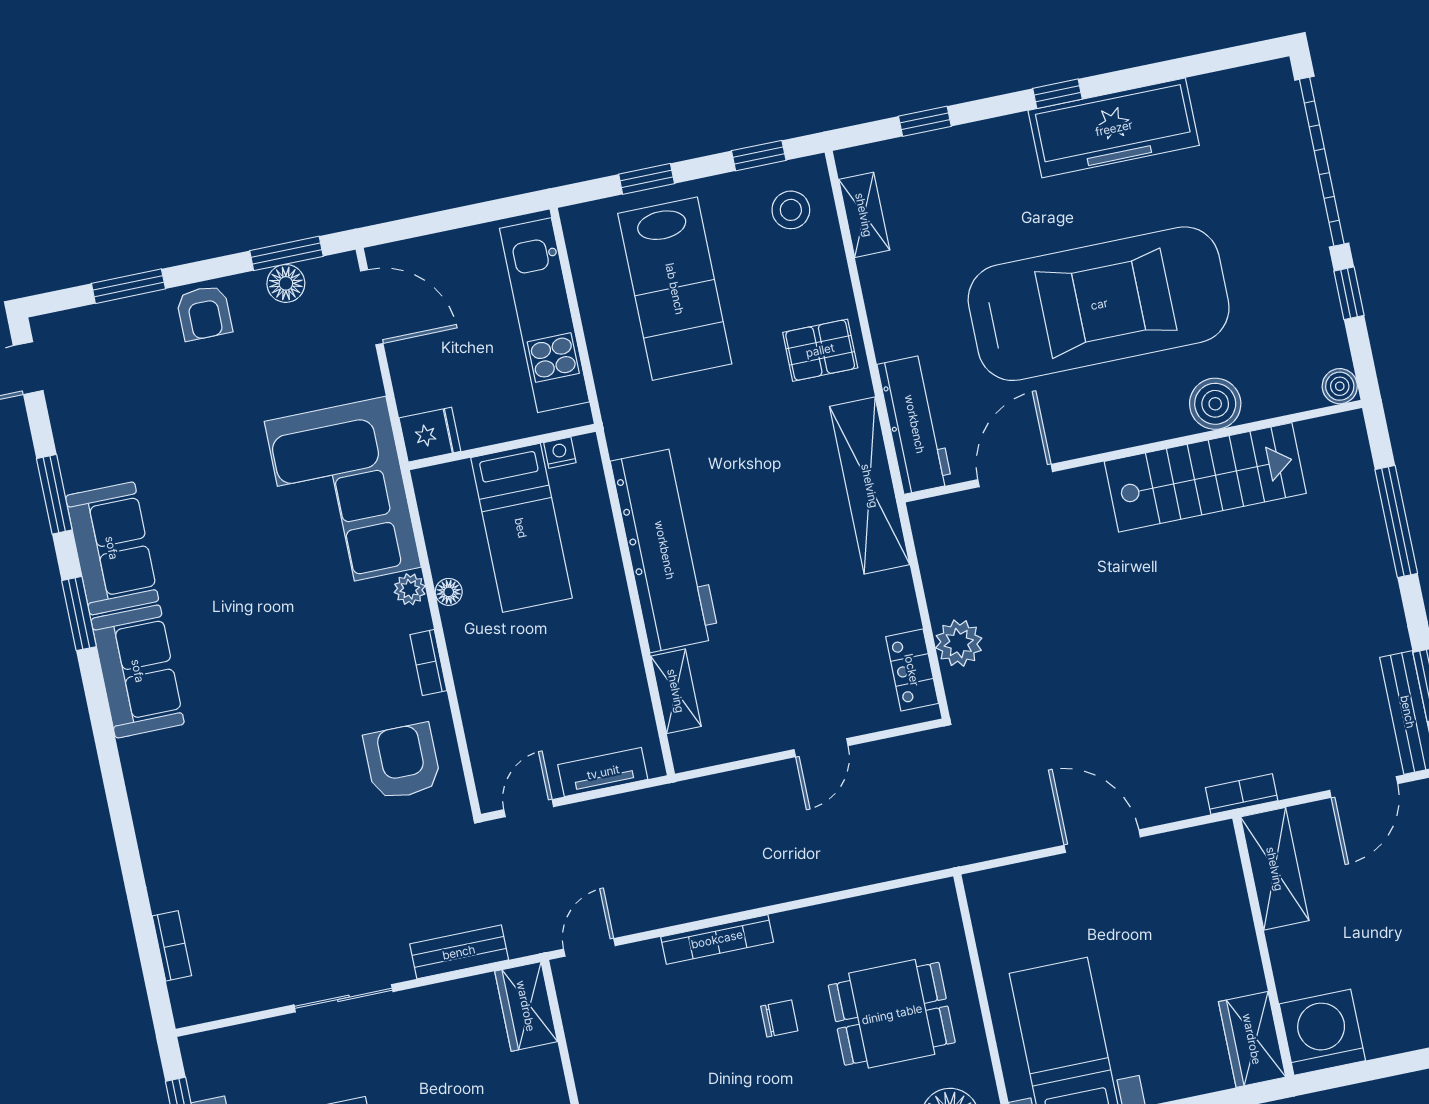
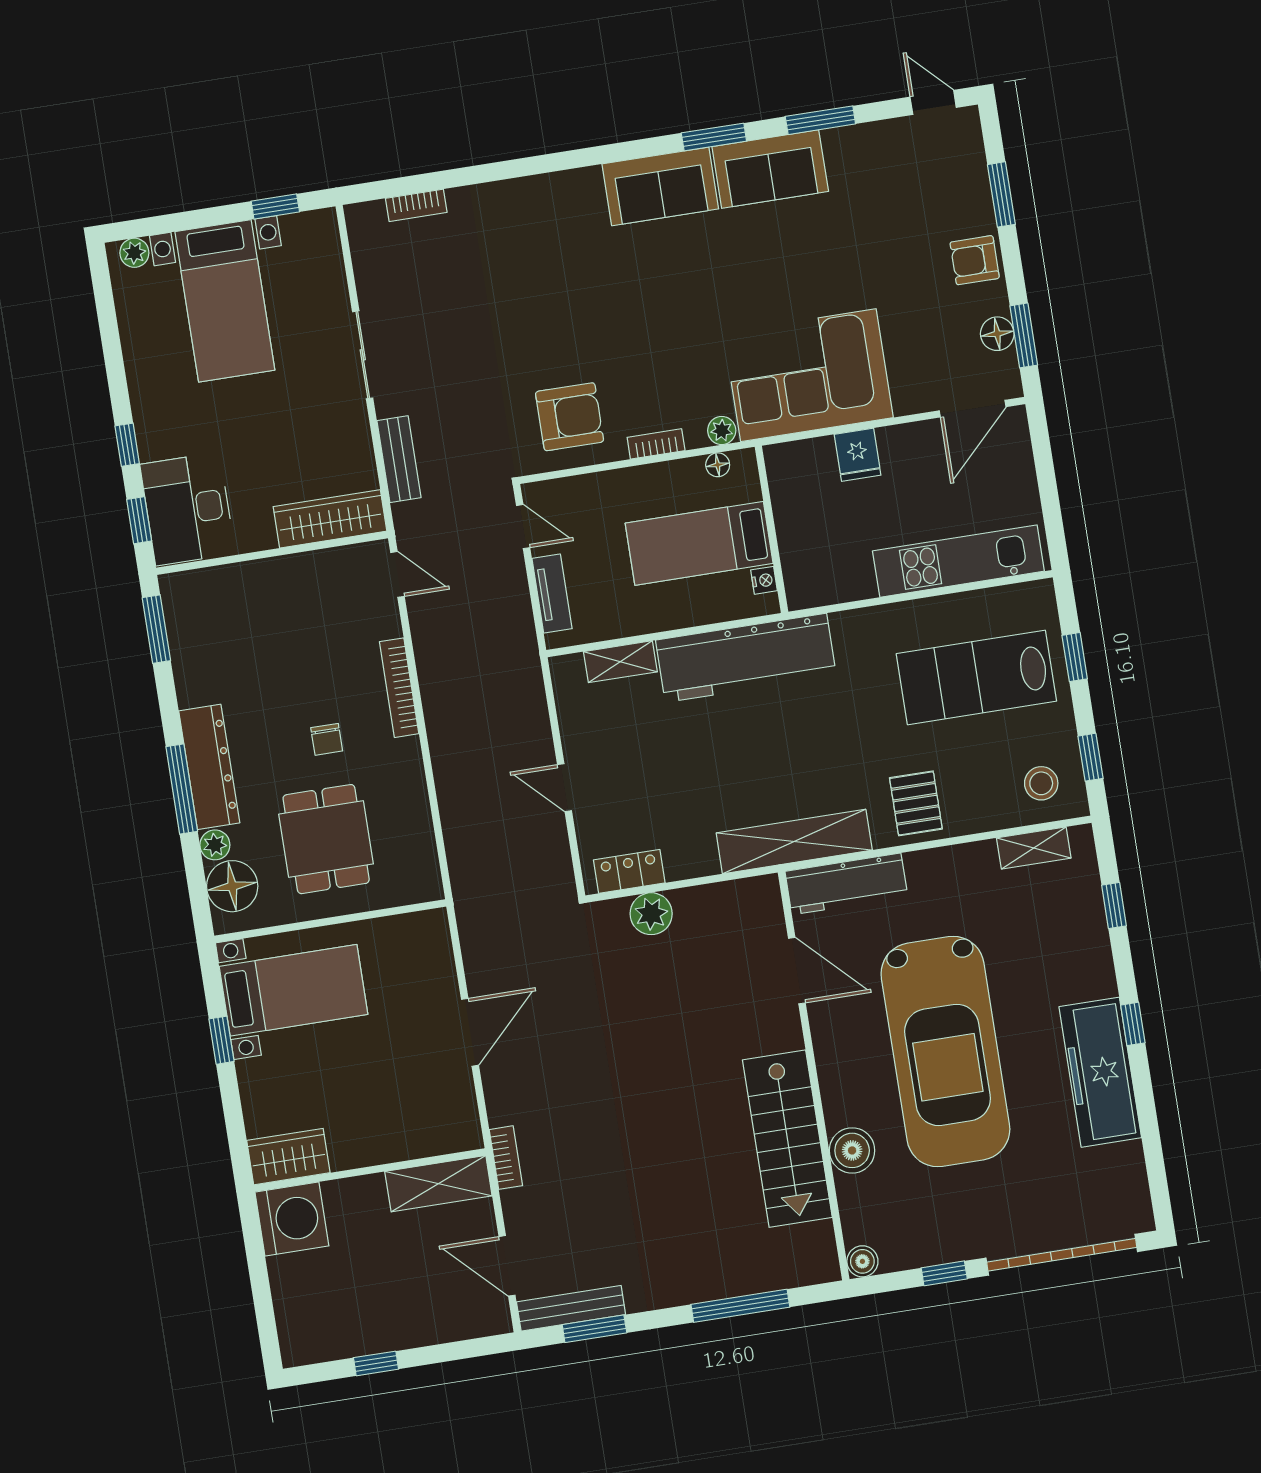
wall: (502, 447) -> (771, 529), moved
nightstand: (560, 453) -> (764, 580), moved
bed: (521, 528) -> (699, 543), moved
wardrobe: (526, 1006) -> (330, 519), width x1.50

